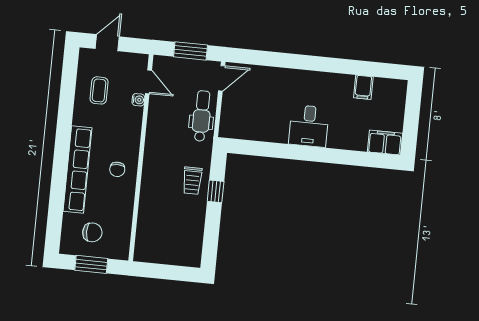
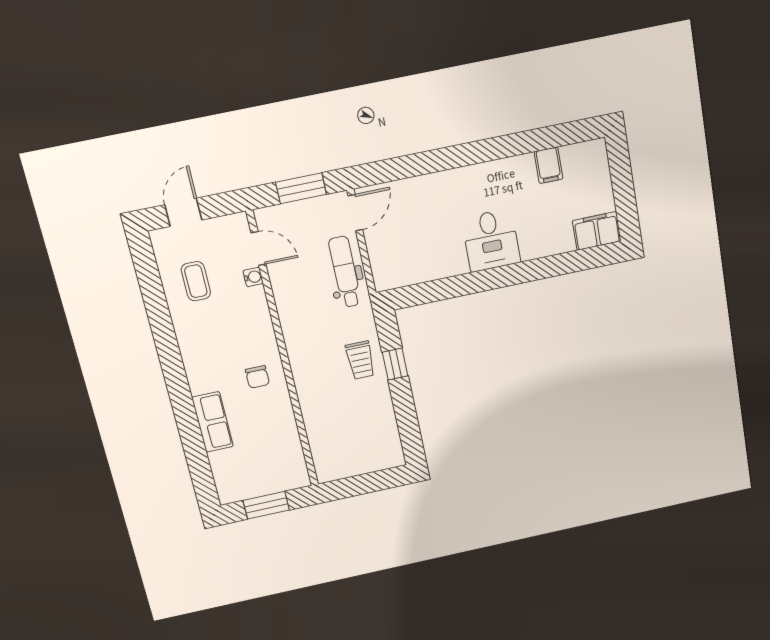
row of seats: (78, 170) -> (213, 422), width x0.50
chair: (92, 232) -> (253, 466), removed

